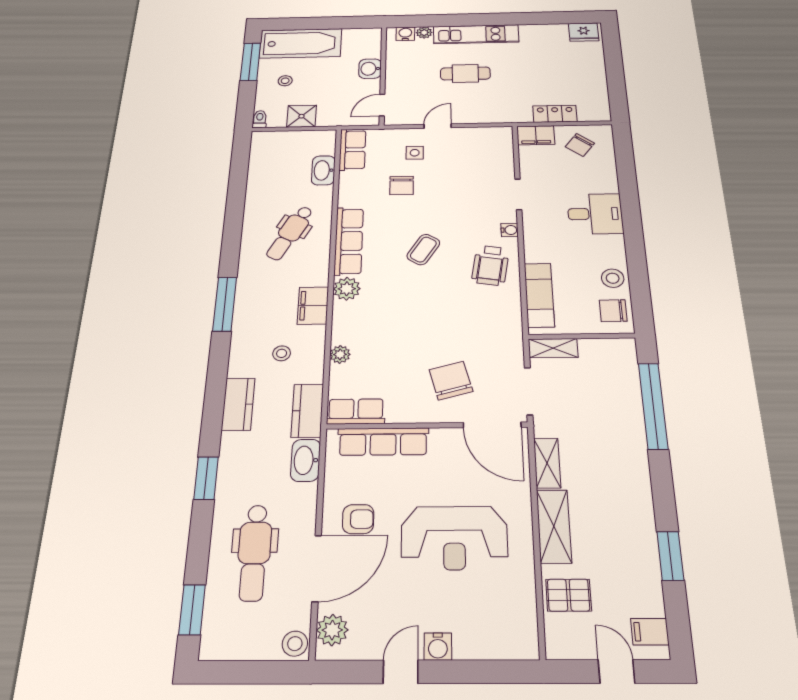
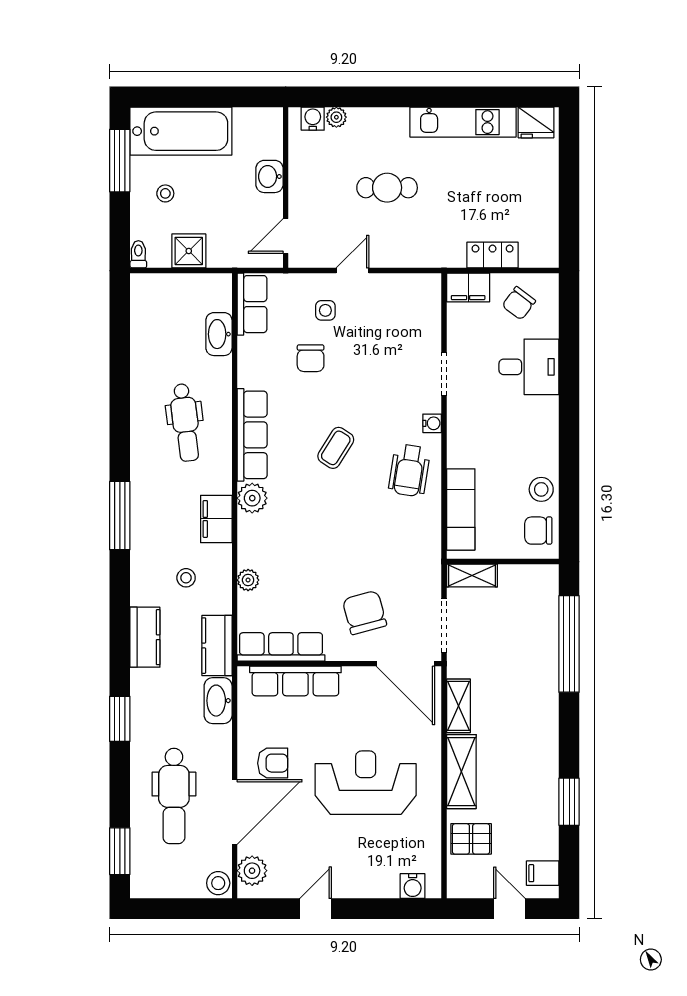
kitchen unit: (476, 34) -> (463, 122), moved
desk: (595, 214) -> (529, 367), moved
dental chair: (290, 233) -> (185, 422), turned -35
row of seats: (356, 411) -> (281, 647), width x1.48
reception desk: (454, 538) -> (366, 783), turned 180
water cooler: (438, 647) -> (413, 886), moved

